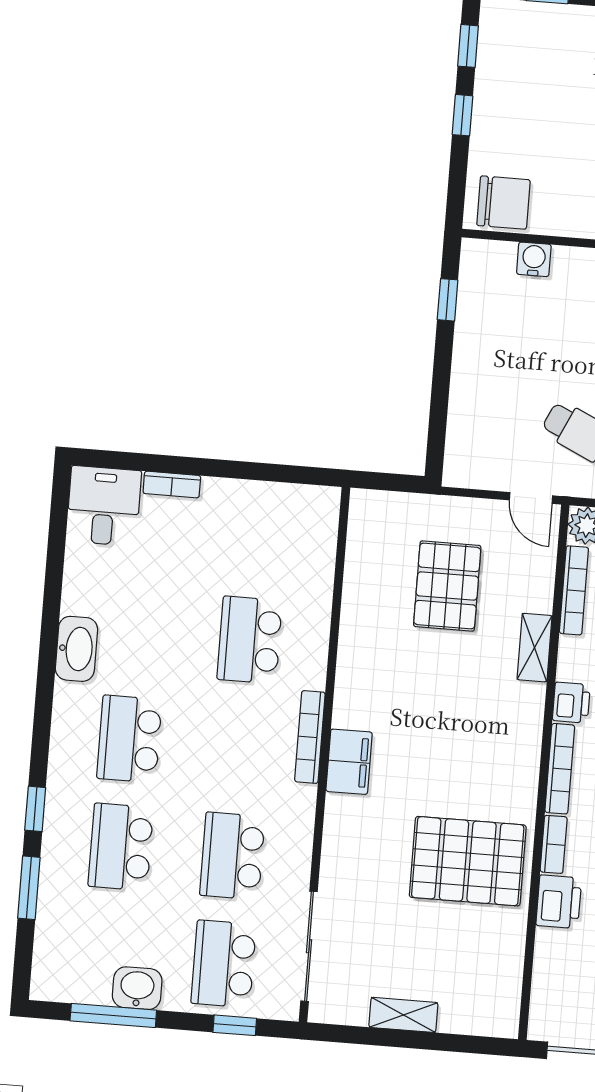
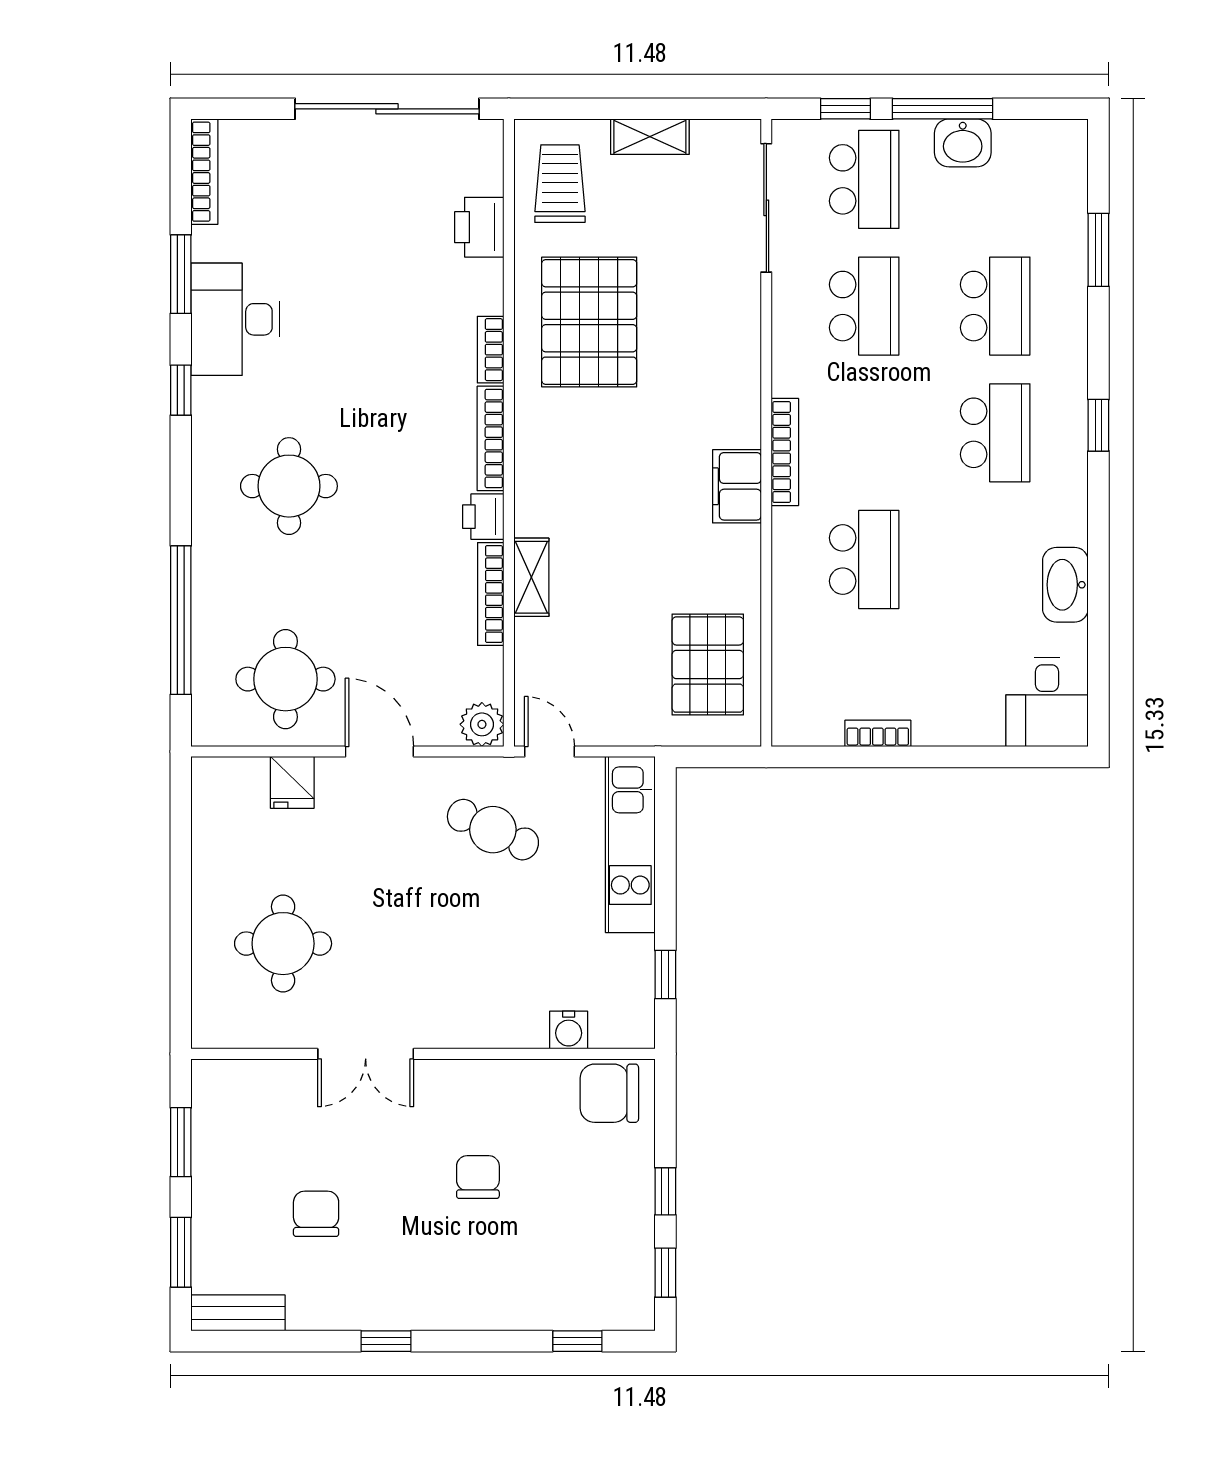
kitchen unit: (469, 413) -> (630, 844), added
bookcase: (172, 485) -> (878, 733), moved
pallet: (447, 586) -> (708, 665), moved
bookcase: (574, 590) -> (491, 594), moved
washbasin: (76, 649) -> (1065, 585), moved
filing cabinet: (349, 762) -> (737, 486), moved
window: (35, 809) -> (1098, 425), moved
pallet: (468, 861) -> (589, 322), turned 90
printer: (559, 902) -> (479, 227), moved
trolley: (483, 981) -> (560, 184), added
window: (113, 1015) -> (943, 109), moved

